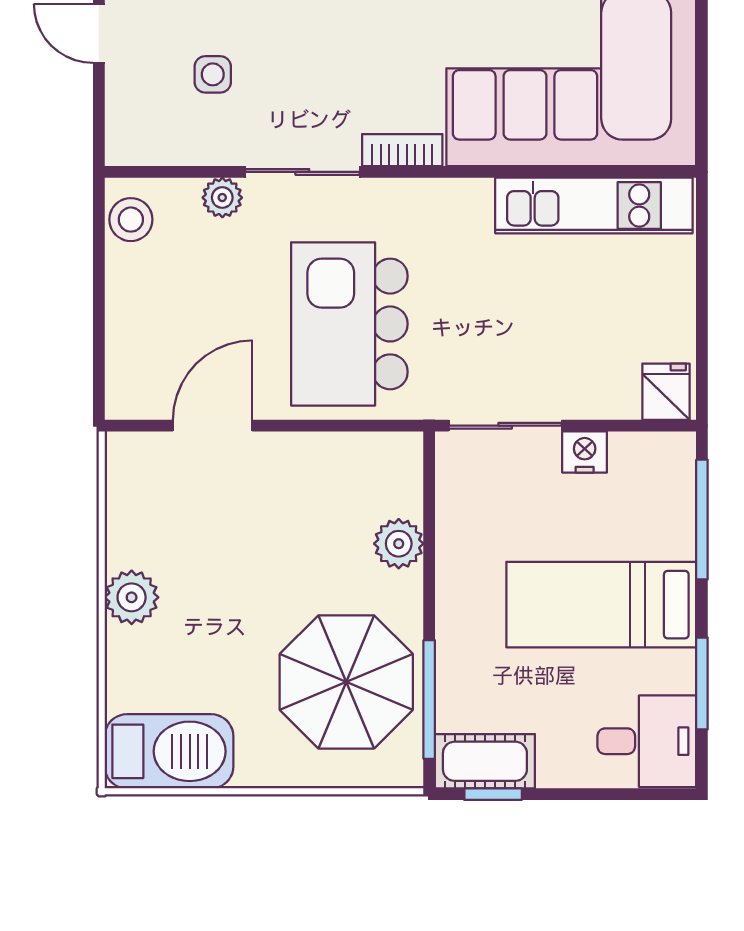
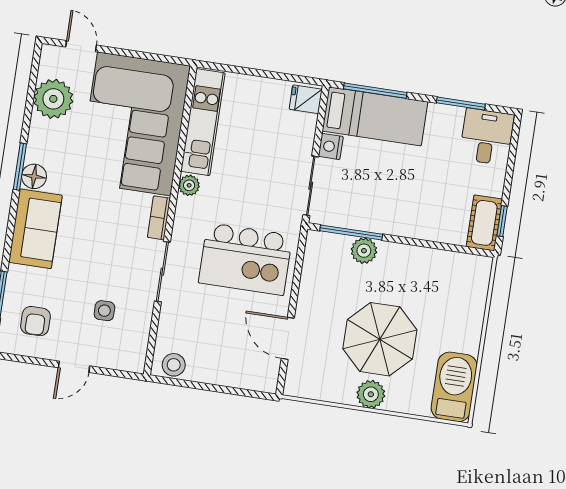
plant: (222, 198) -> (189, 185), moved
bed: (601, 605) -> (375, 116), moved, turned -90
parasol: (346, 682) -> (380, 339), moved
window: (429, 699) -> (351, 232), moved

